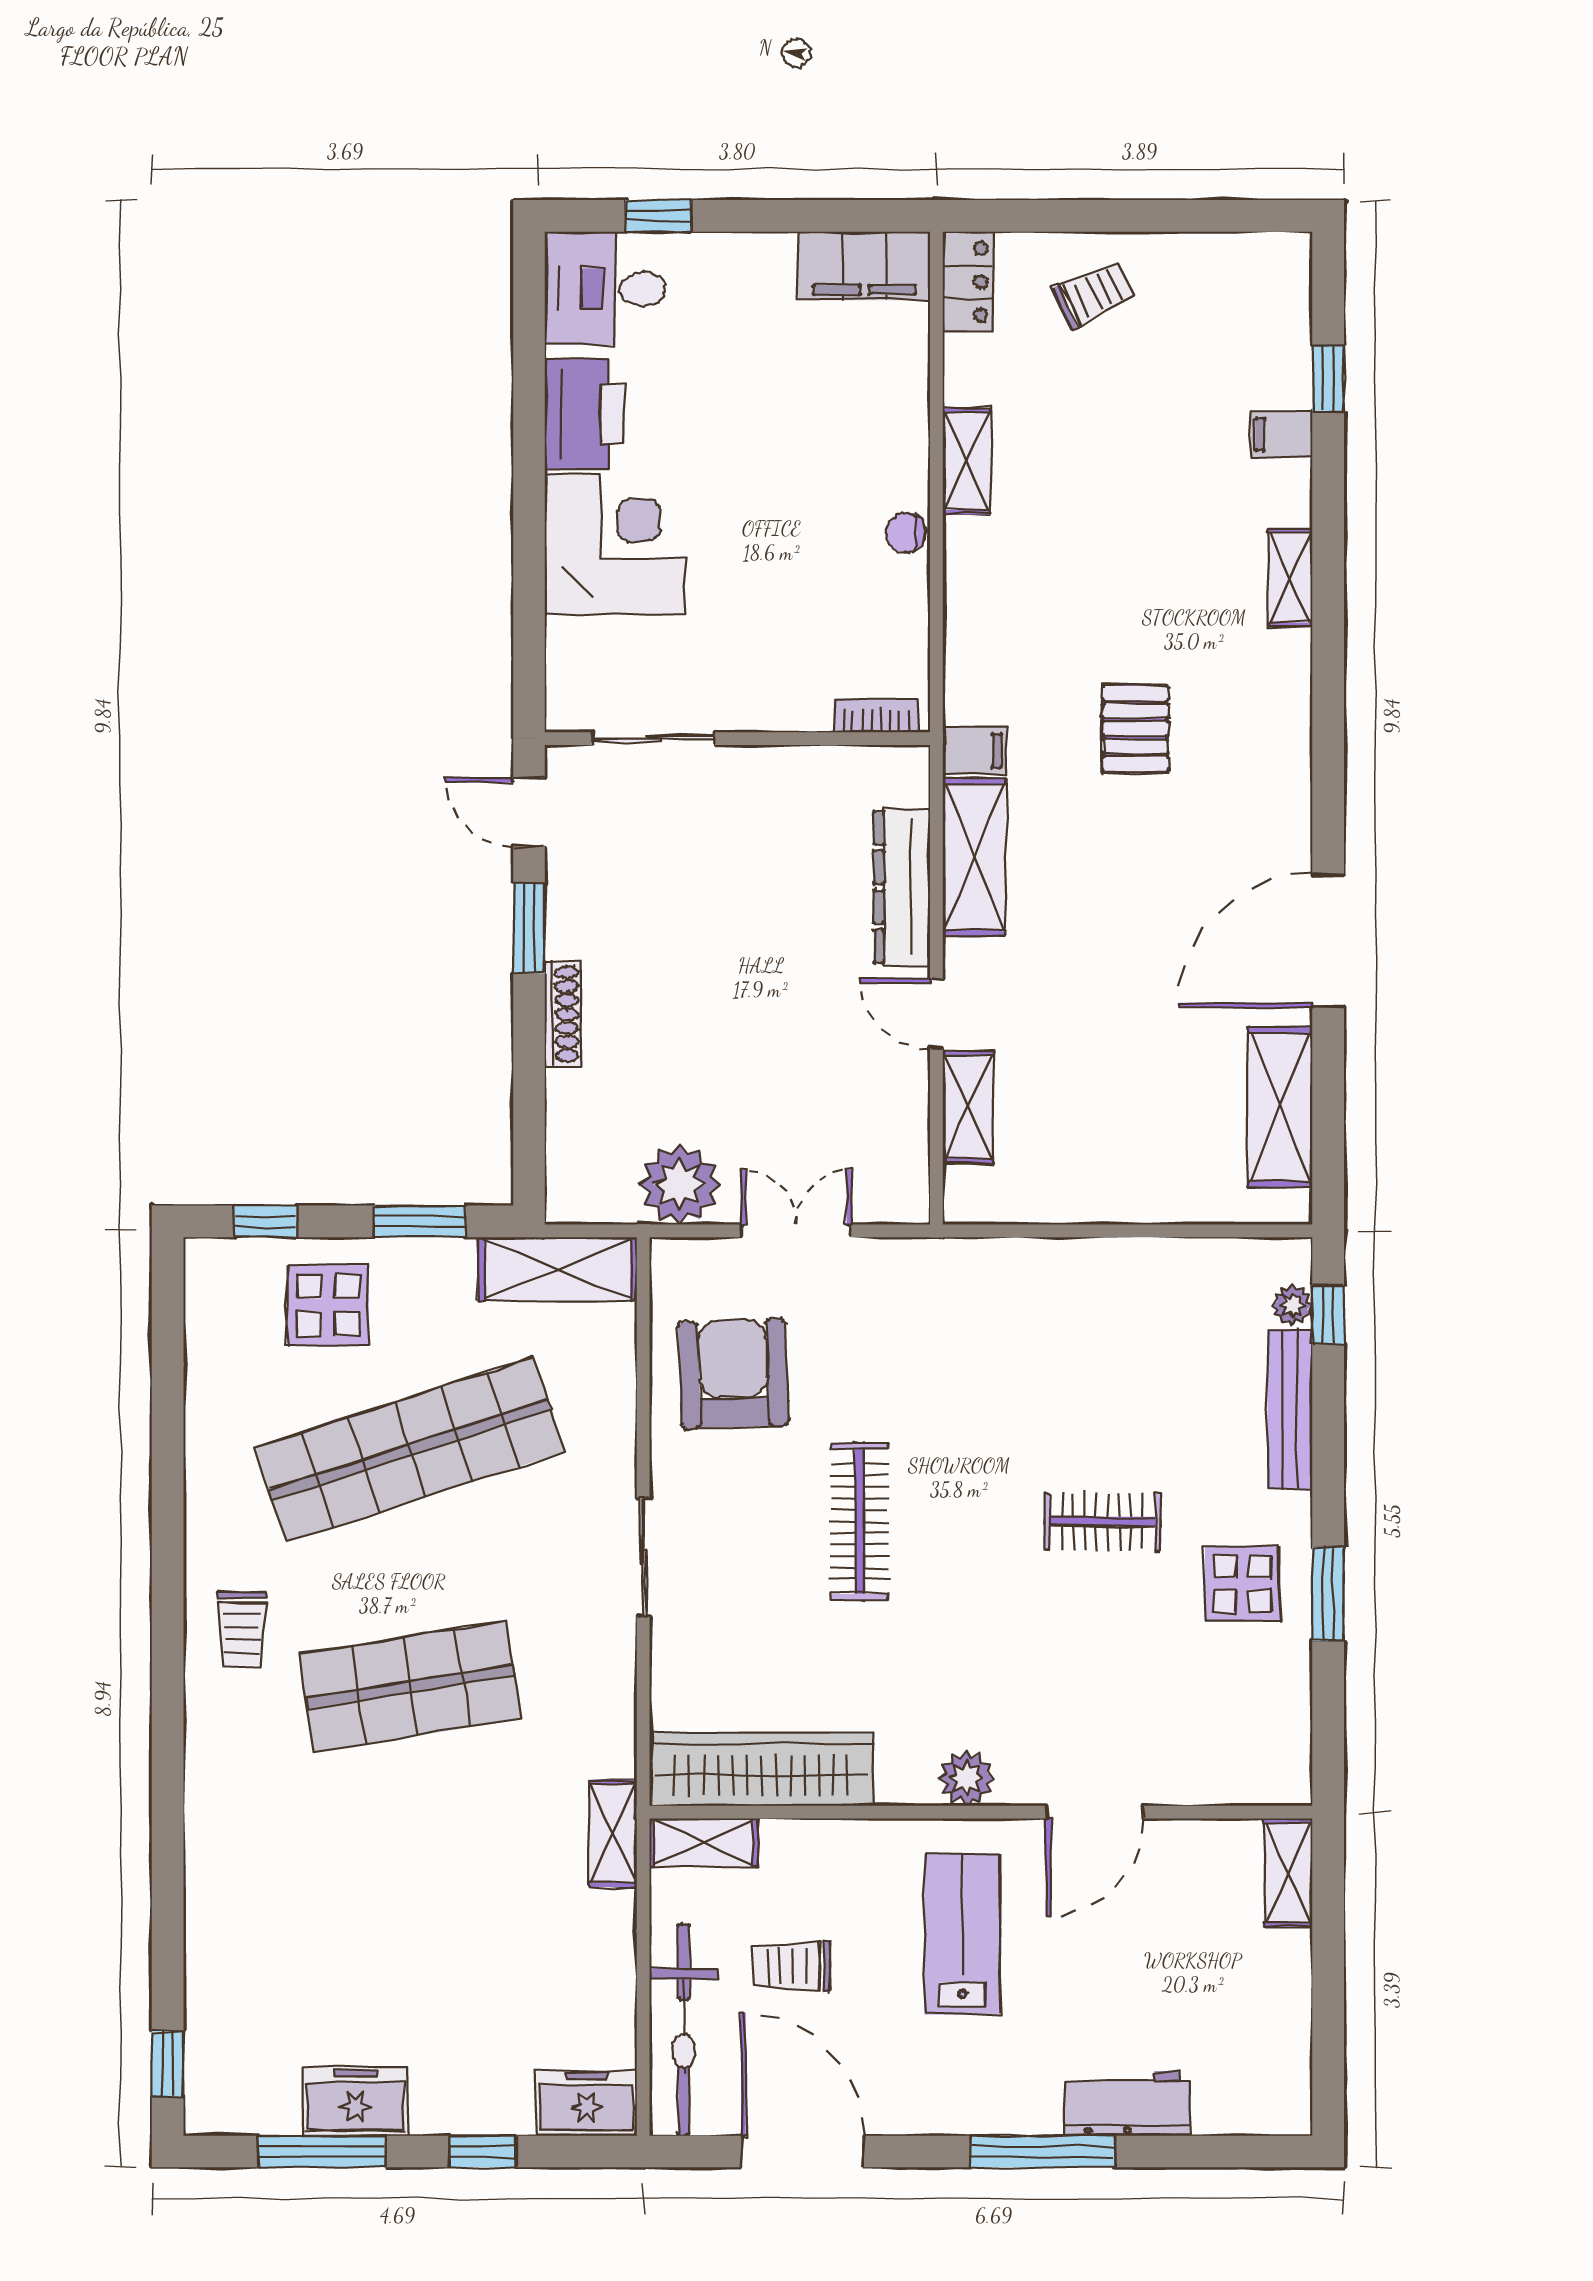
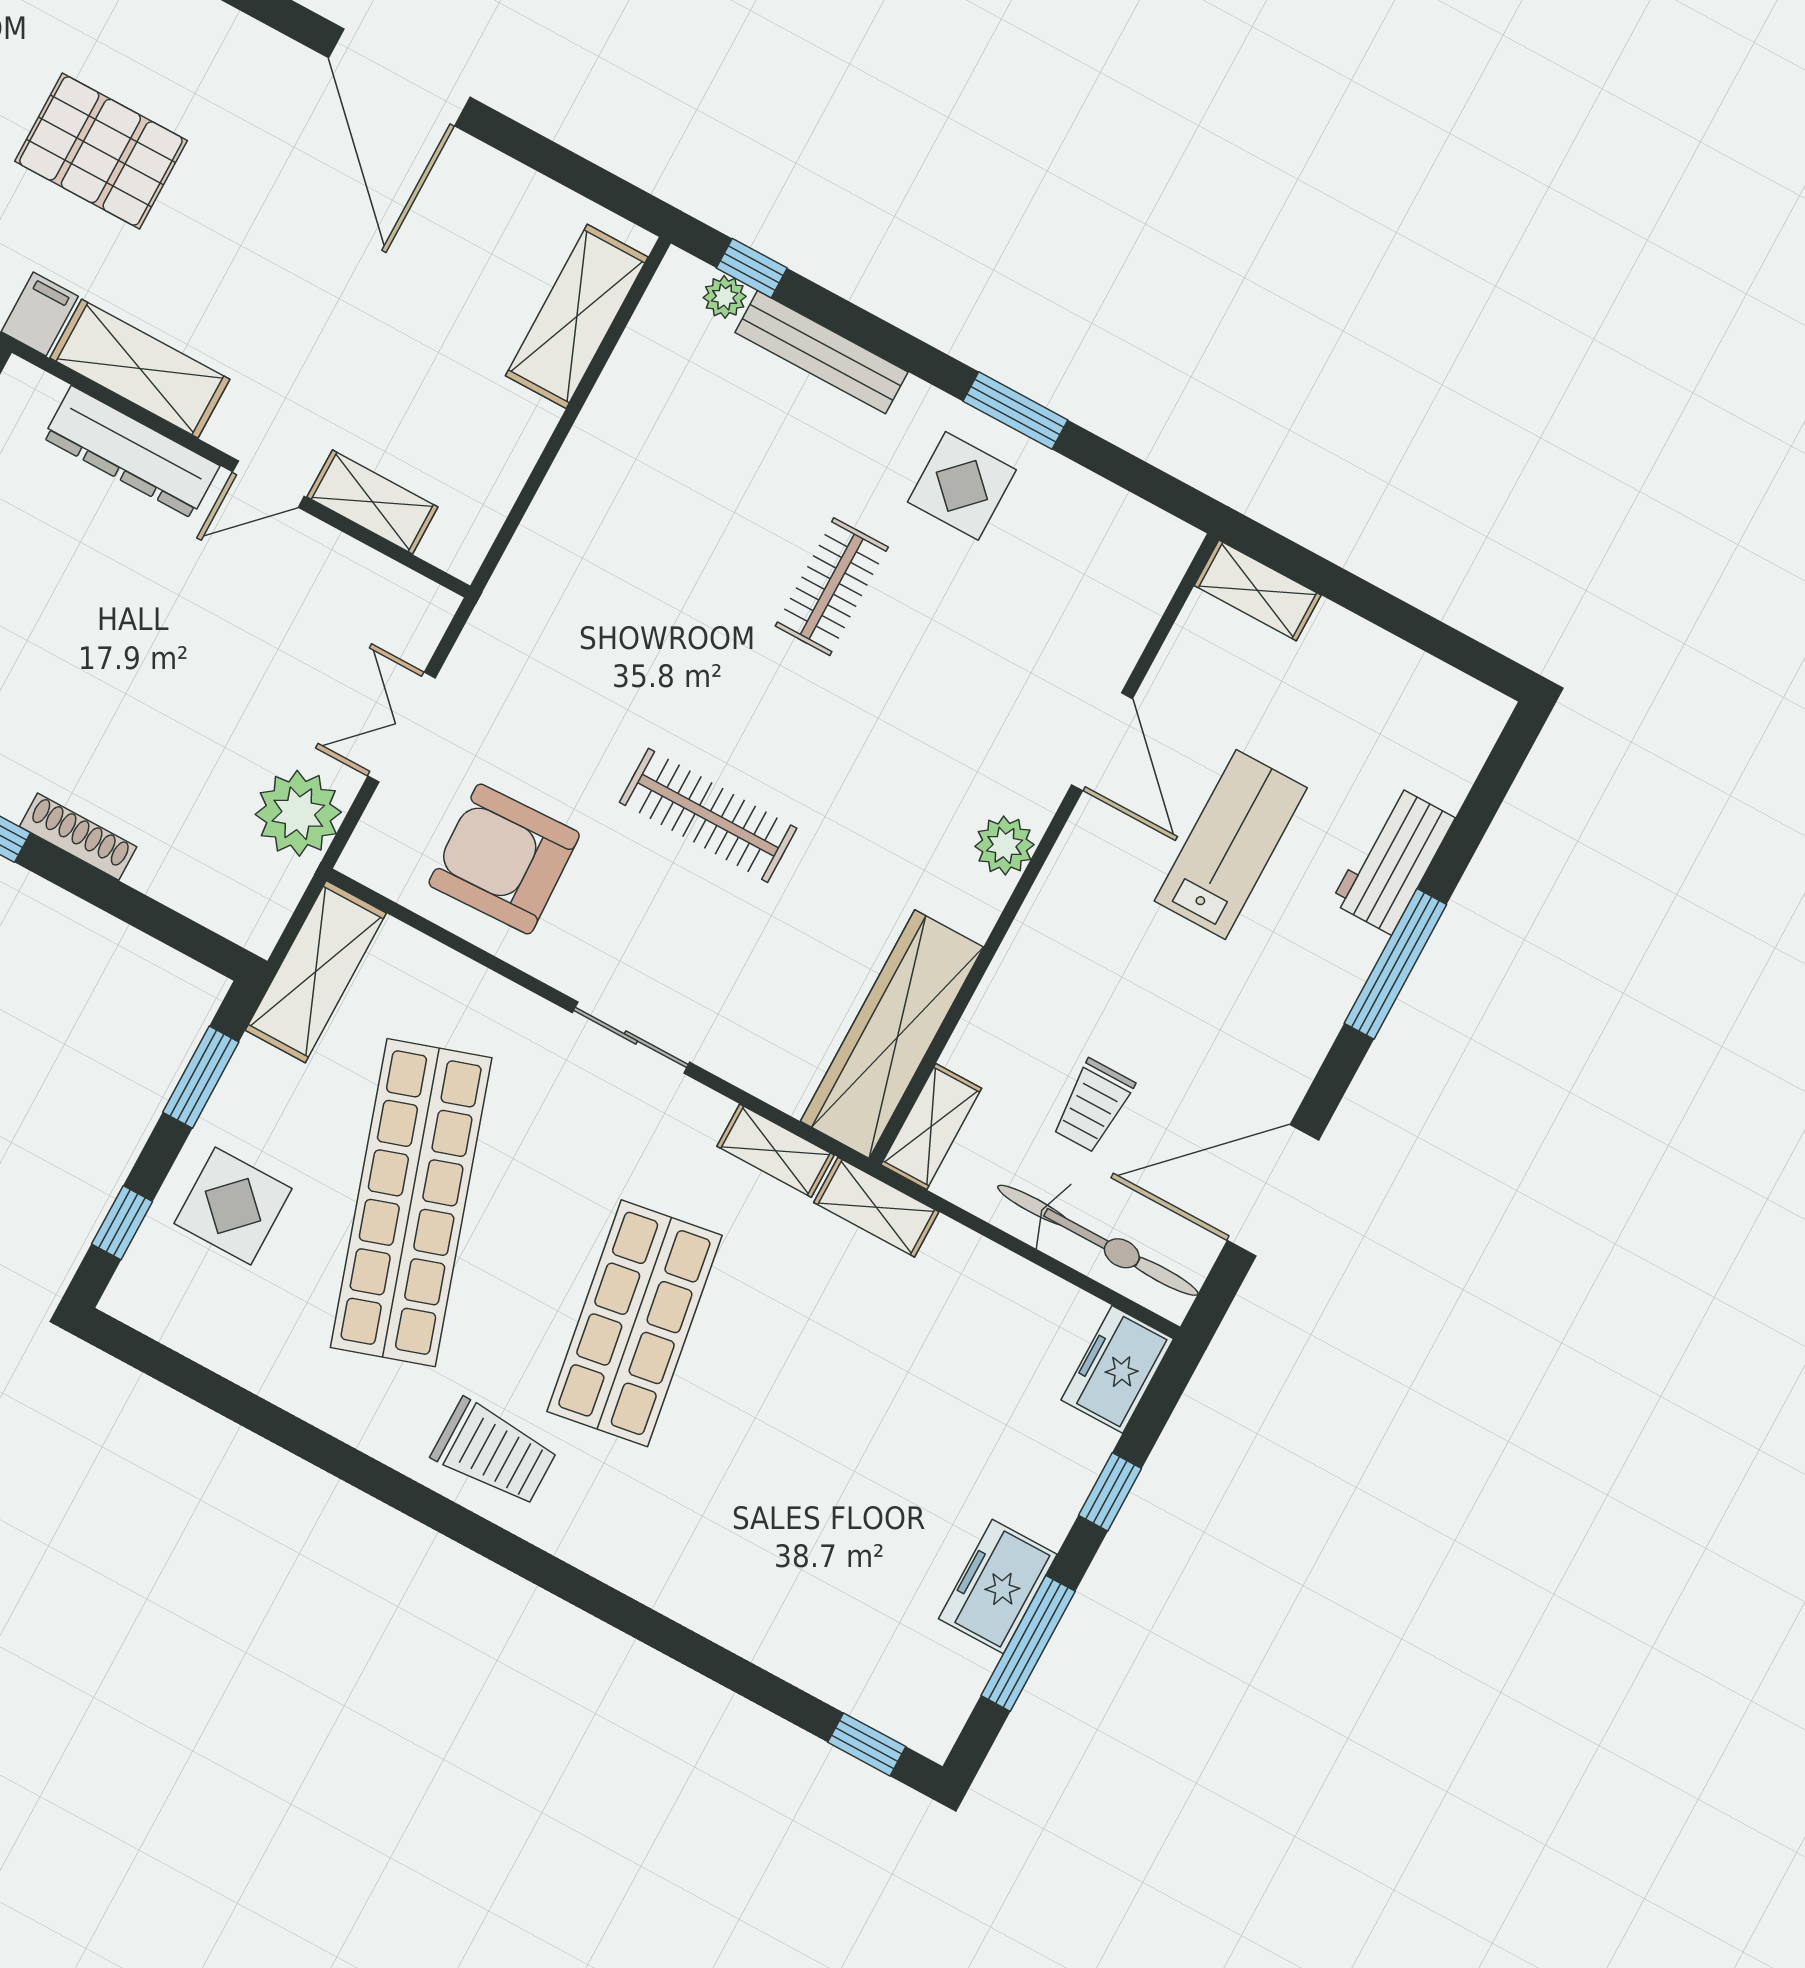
pallet: (1135, 729) -> (101, 151), width x1.50, depth x1.42
shelving: (1280, 1107) -> (577, 316), moved, turned 90
trolley: (242, 1629) -> (494, 1453), width x1.36, depth x1.39
shelving: (614, 1726) -> (776, 1151), added
lab bench: (962, 1934) -> (1231, 844), moved, turned 90

